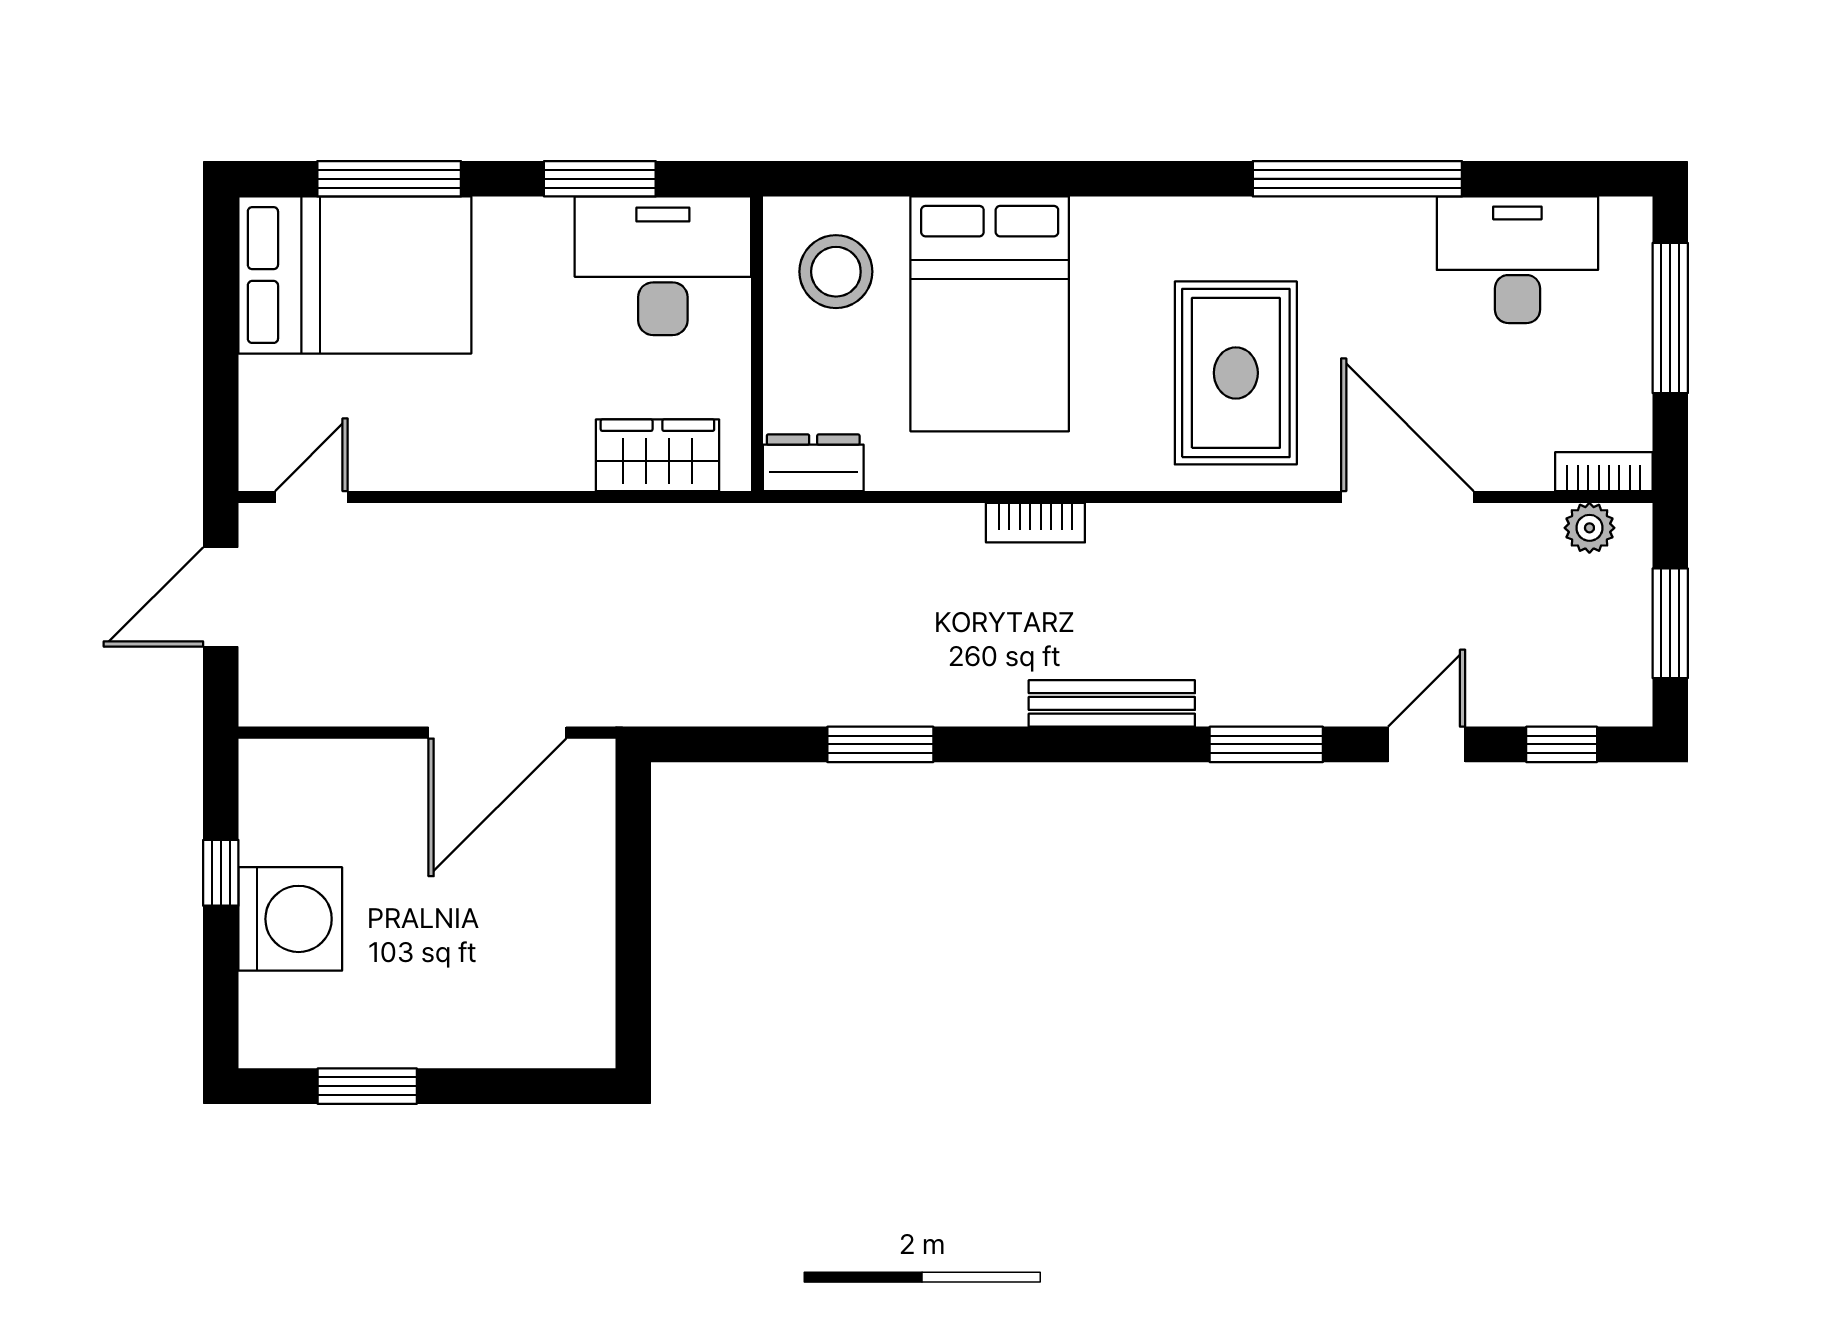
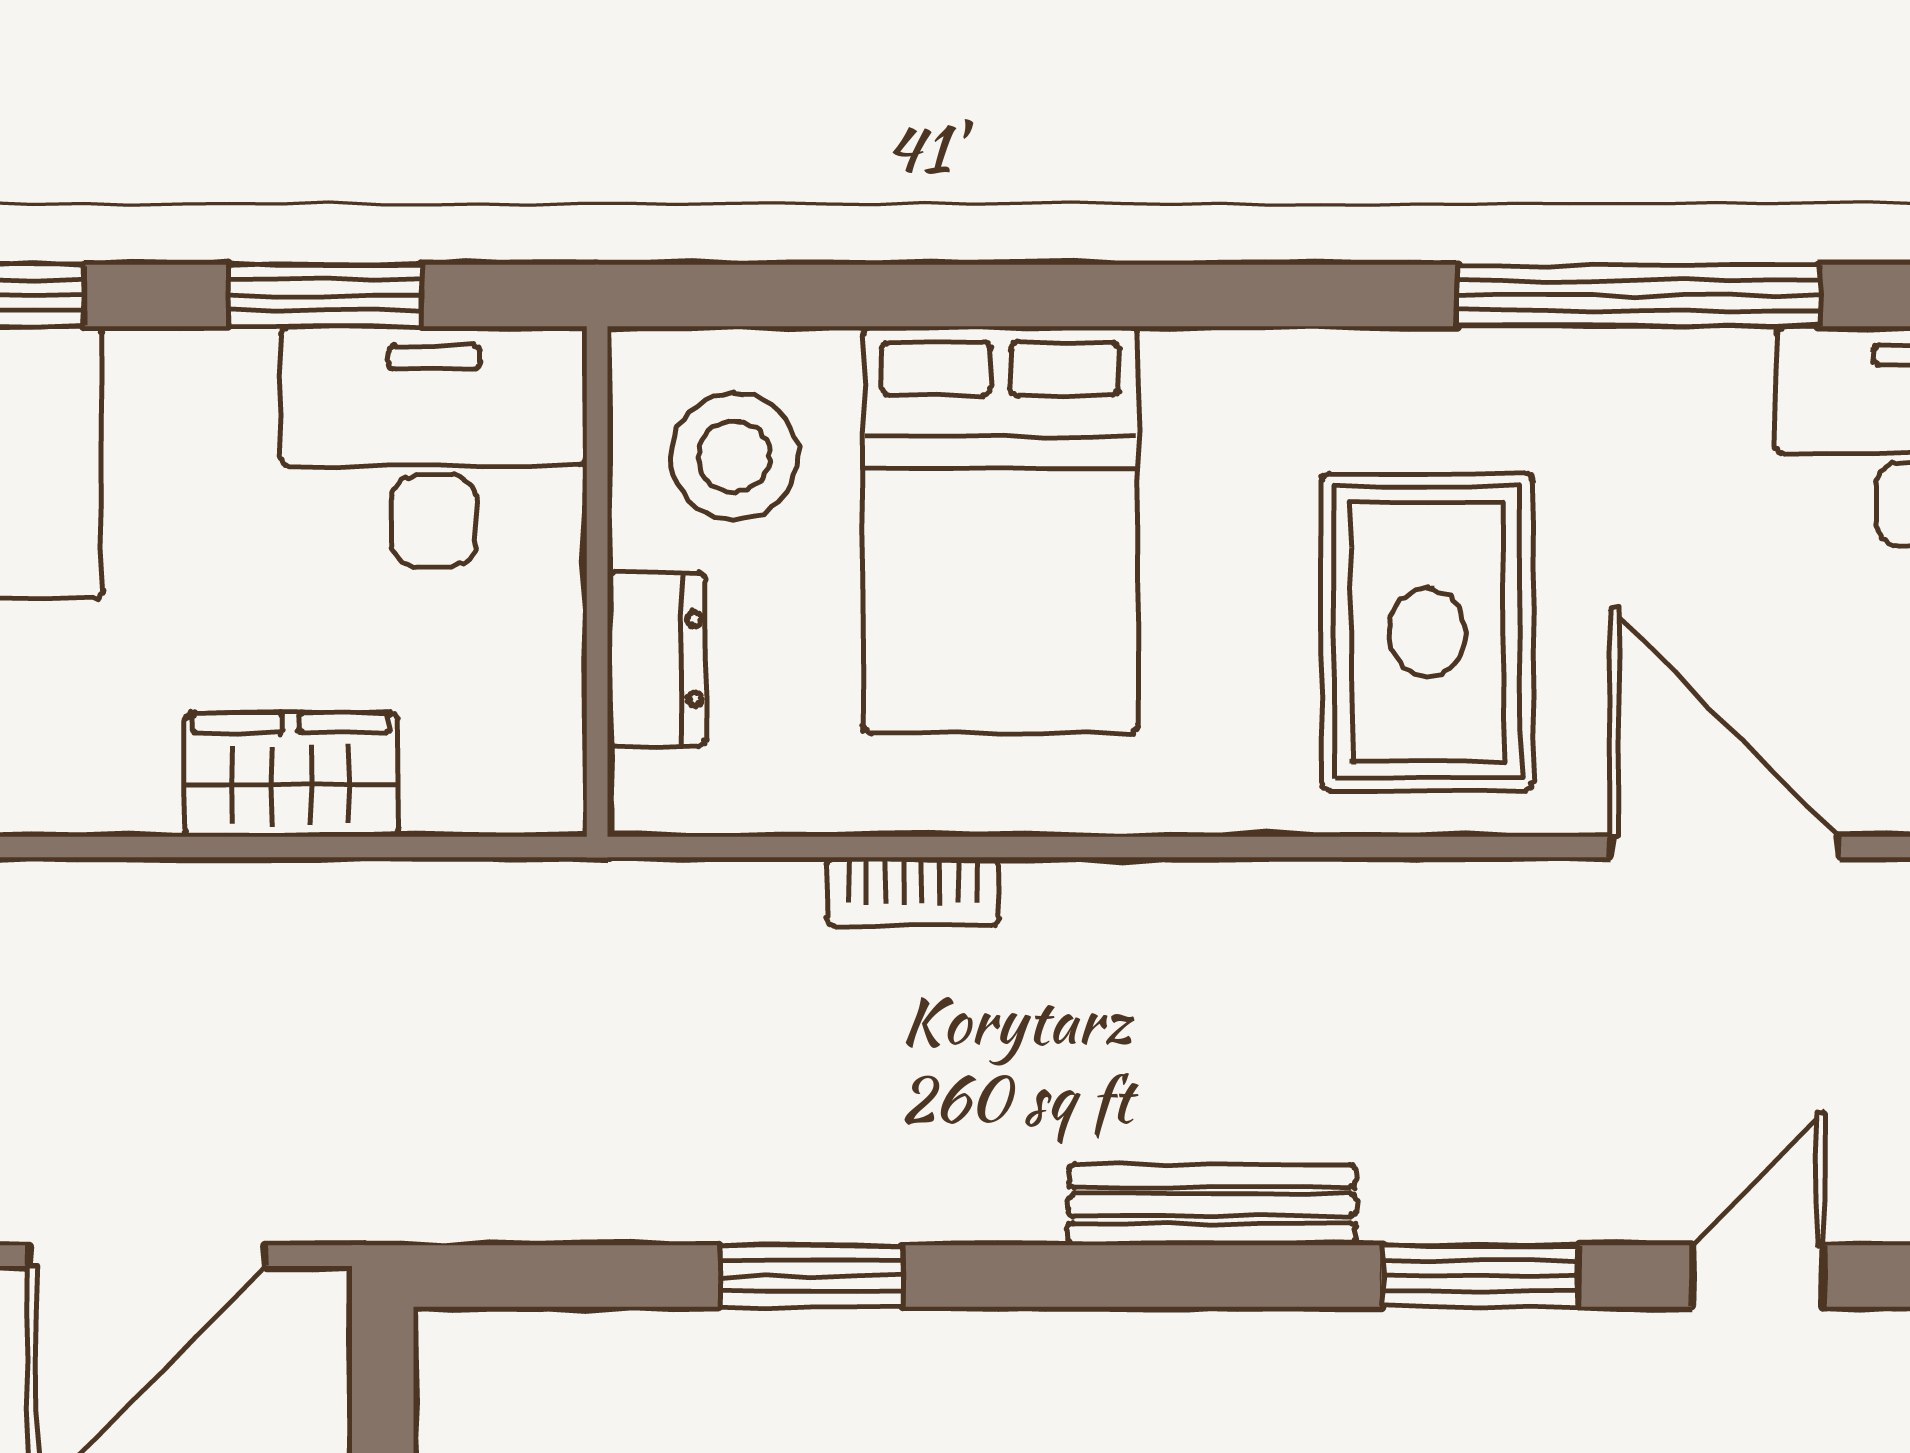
wardrobe: (657, 455) -> (291, 775), moved
dresser: (813, 463) -> (656, 659), moved, turned 90
bookcase: (1035, 523) -> (913, 892), moved

